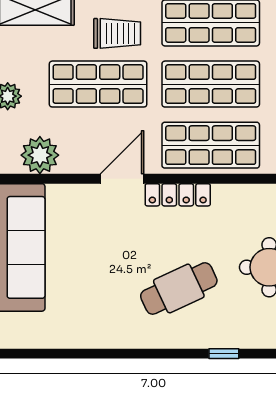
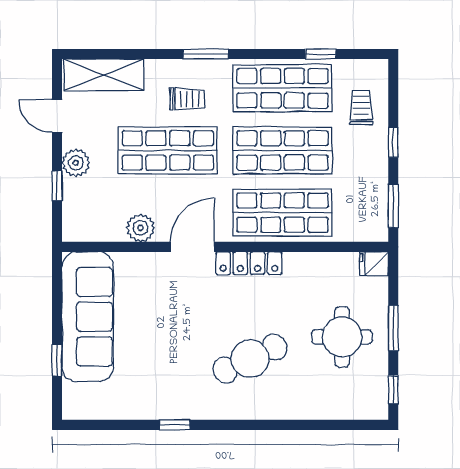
trolley: (117, 33) -> (187, 99), width x0.73, depth x0.72
plant: (40, 155) -> (140, 228), moved, width x0.73, depth x0.73
window: (224, 354) -> (175, 425), moved

